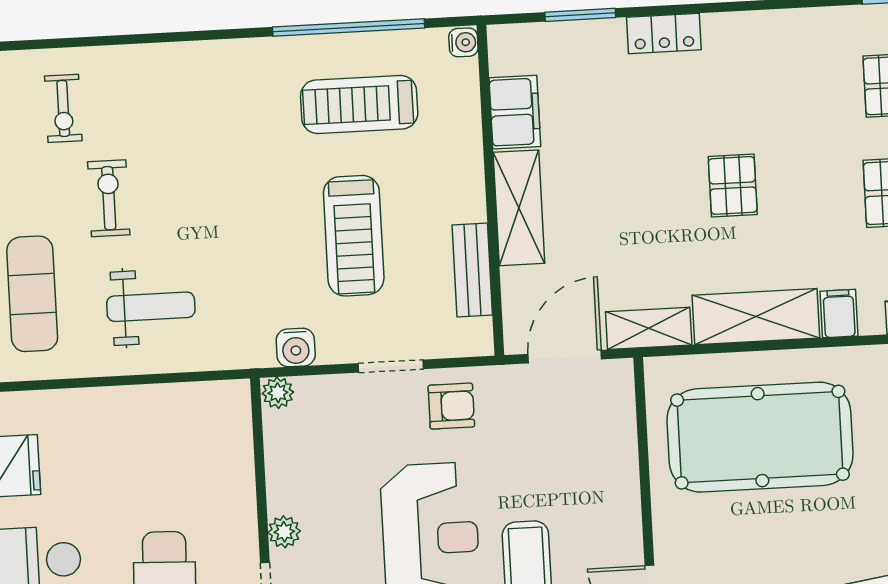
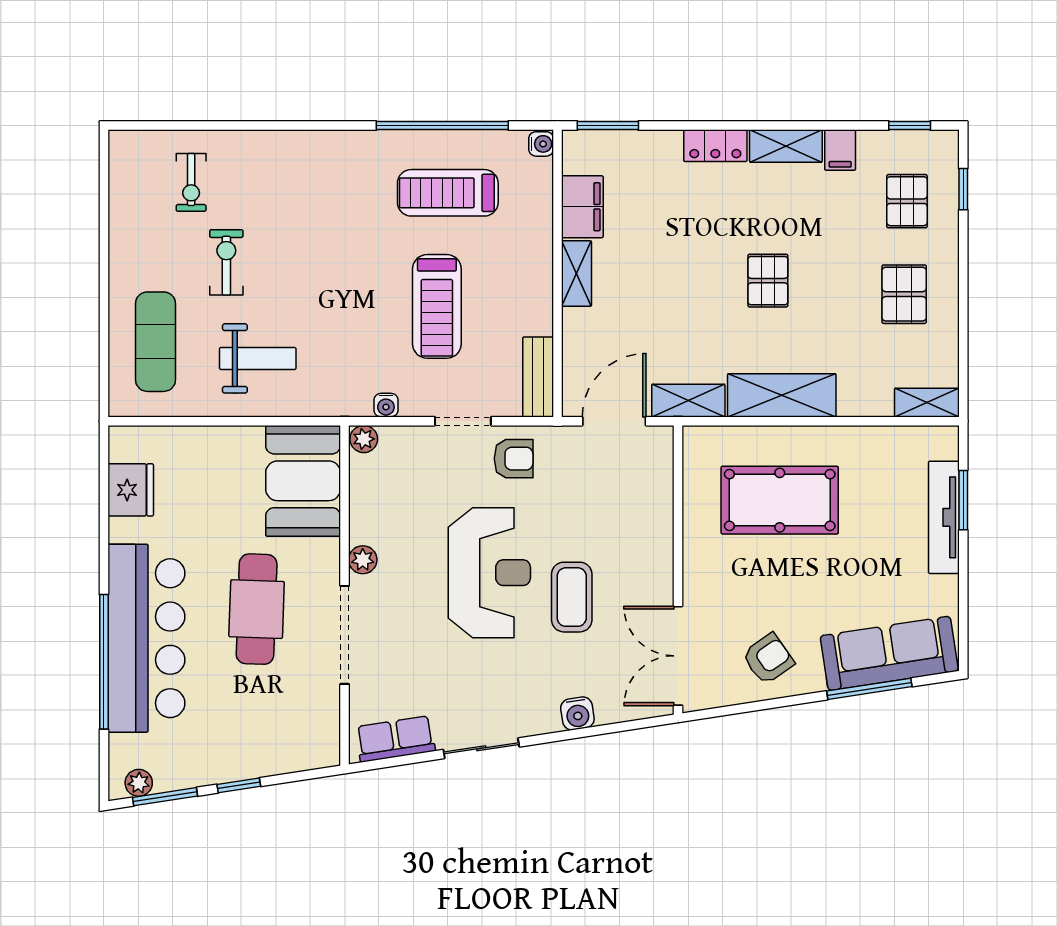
window: (580, 15) -> (608, 126), moved
shelving: (745, 30) -> (786, 146), added
shelving: (519, 208) -> (577, 273), width x0.67, depth x0.75
bench: (472, 270) -> (538, 377), moved
filing cabinet: (839, 314) -> (840, 150), moved, turned 180
water cooler: (296, 347) -> (386, 405), width x0.72, depth x0.72
pool table: (760, 437) -> (780, 500), width x0.73, depth x0.76
booth: (211, 445) -> (303, 481), added

